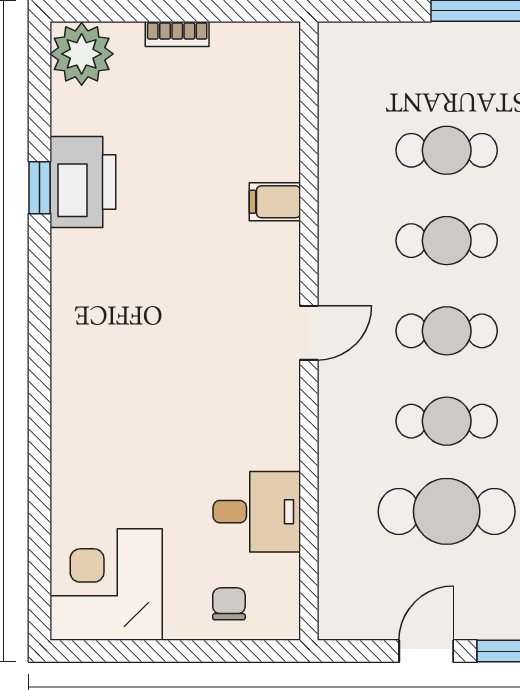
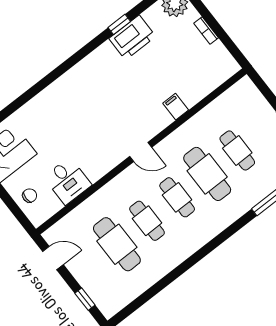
cafe table: (447, 241) -> (207, 174), width x1.37, depth x1.35
door: (426, 651) -> (53, 258), moved

